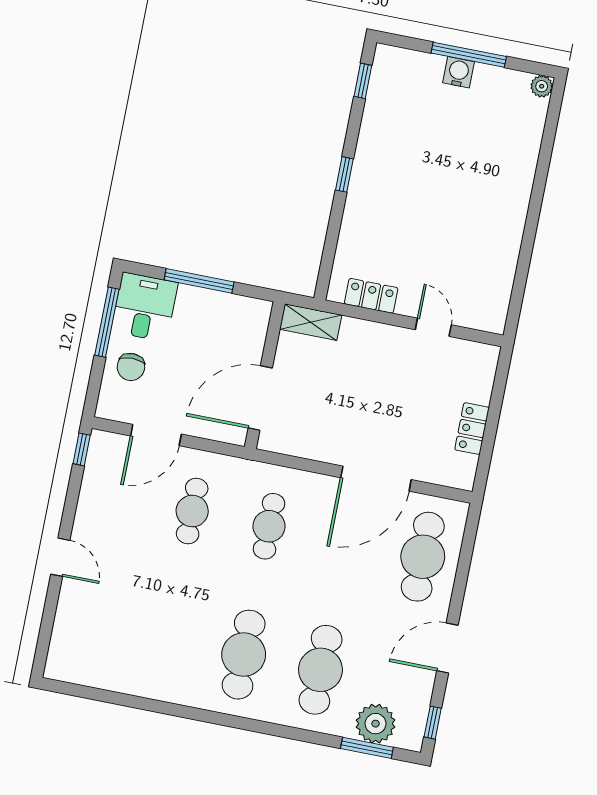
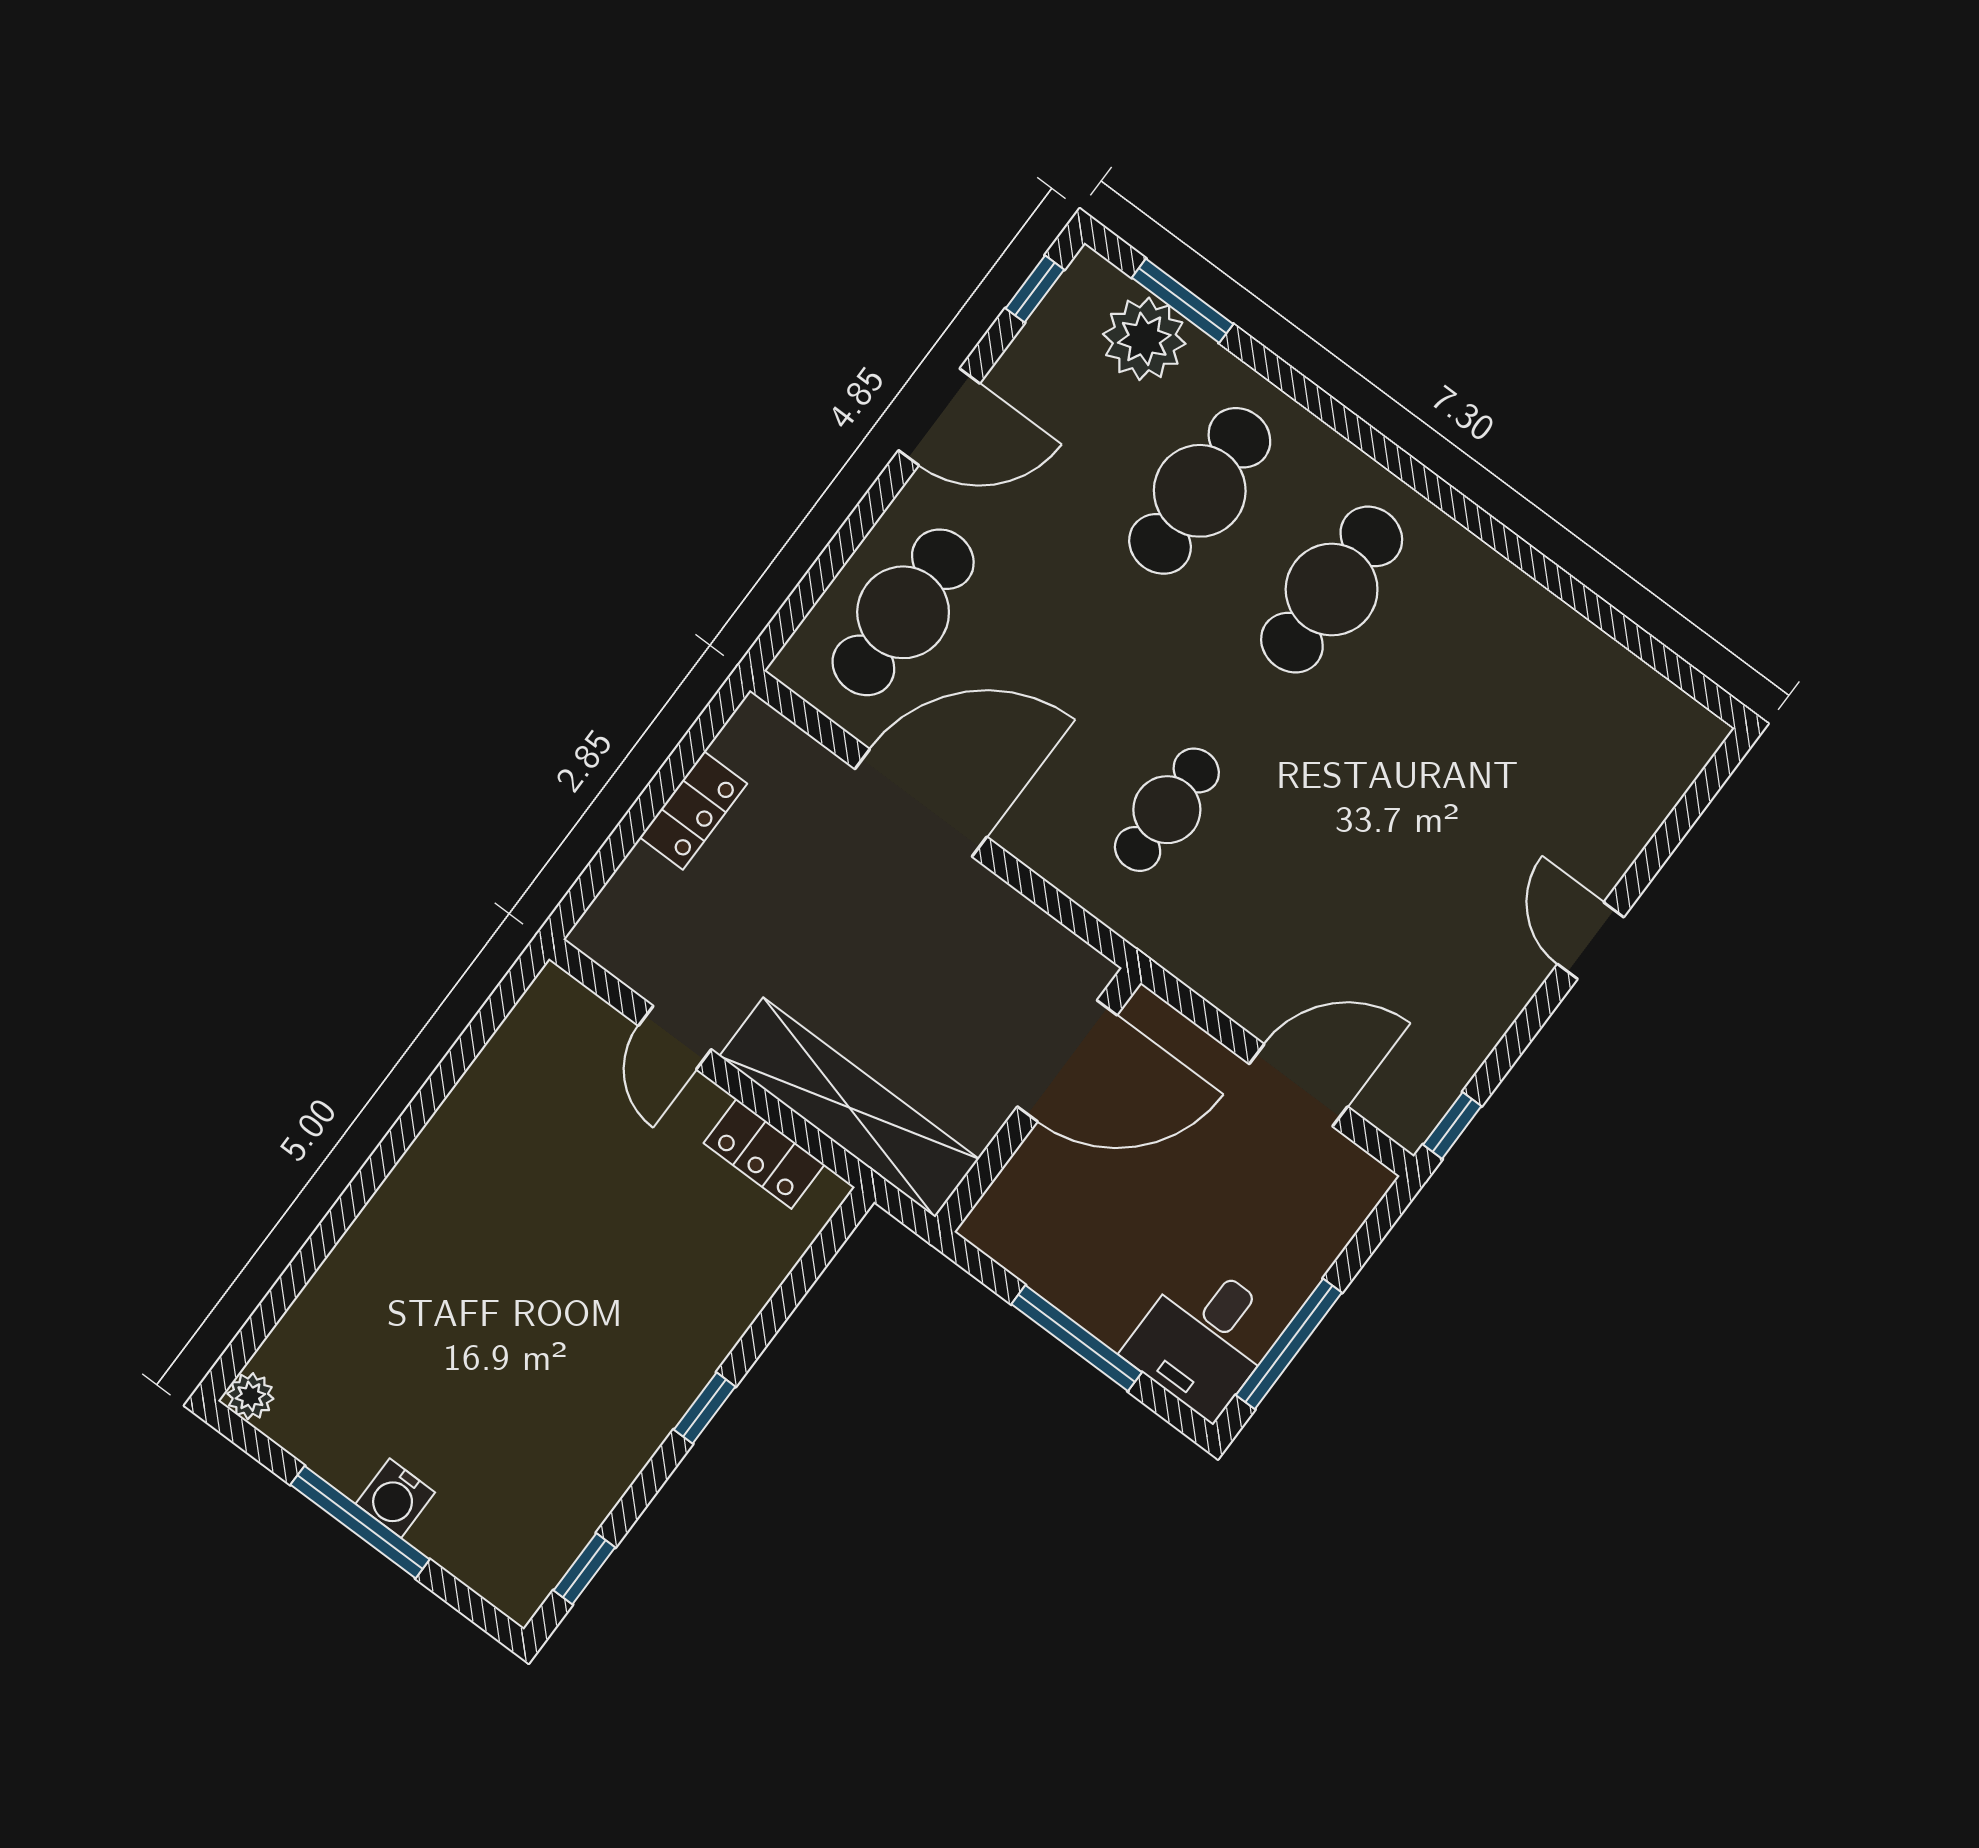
shelving: (311, 322) -> (849, 1107), width x2.20, depth x1.33
chair: (131, 367) -> (1284, 1237), removed
cafe table: (192, 511) -> (1299, 908), removed

